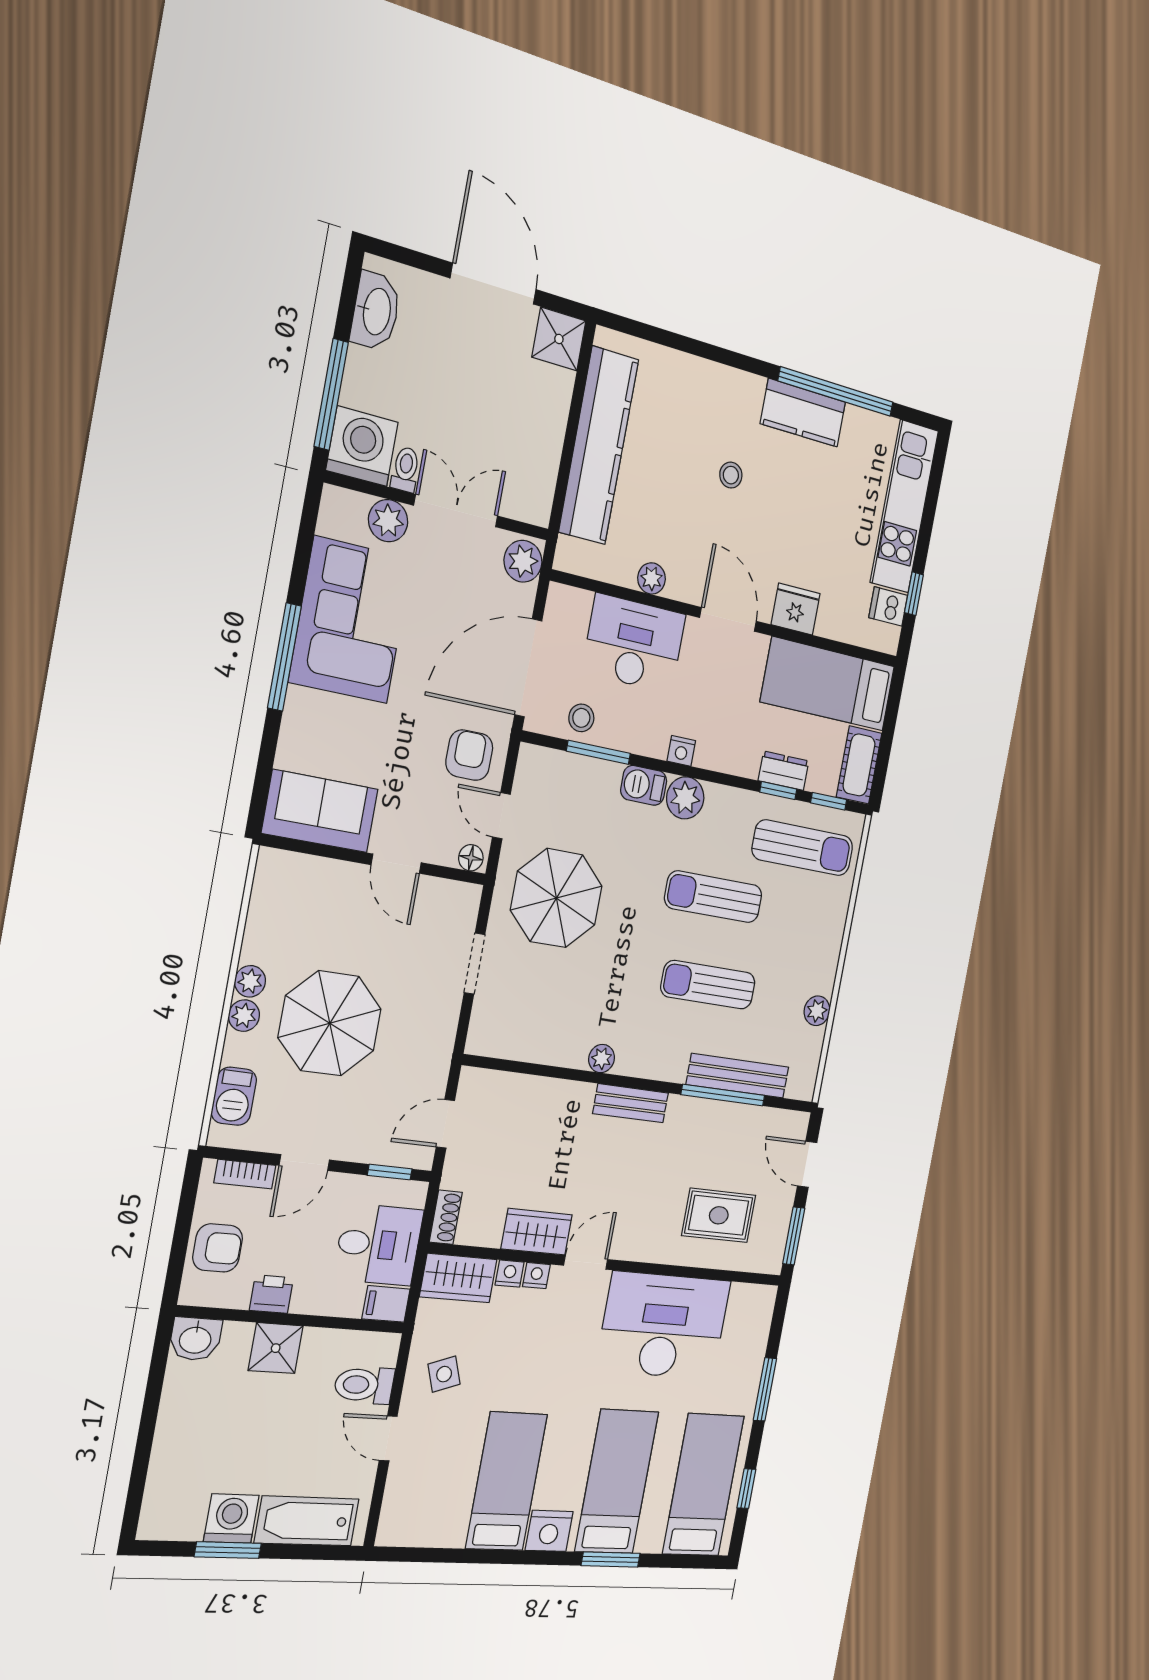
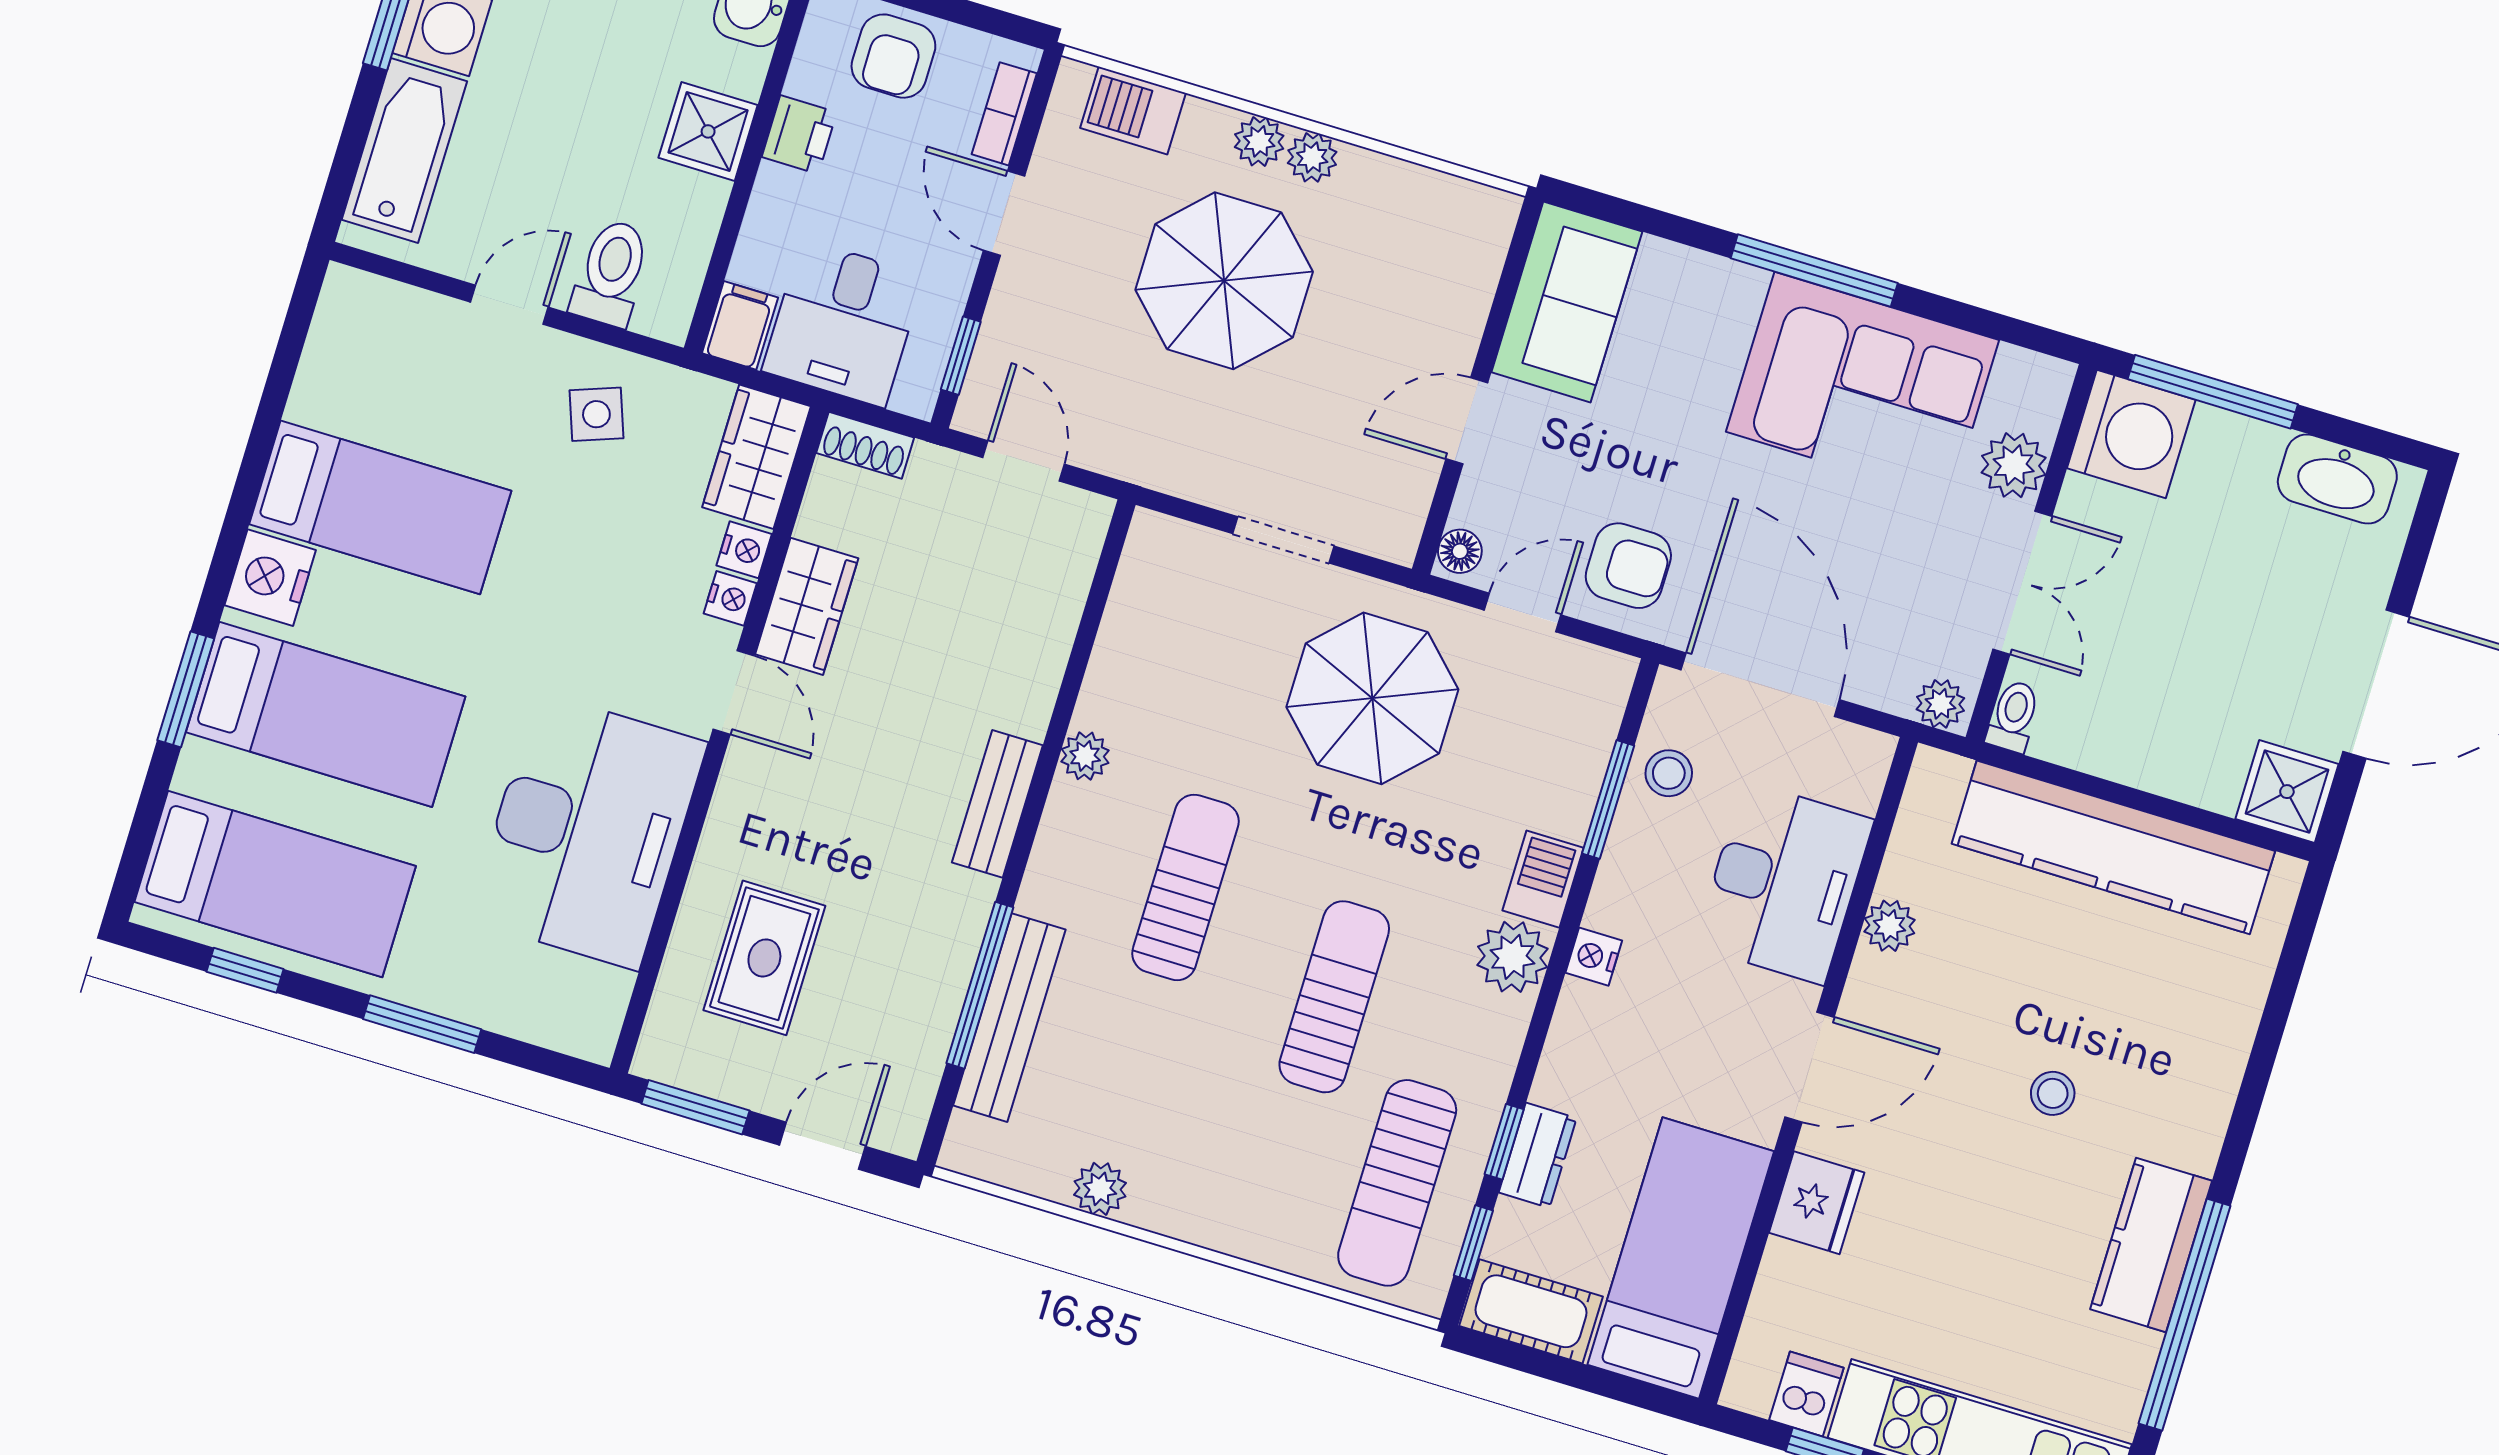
toilet: (405, 469) -> (2013, 716), moved, turned -90
plant: (523, 561) -> (1940, 704), width x0.73, depth x0.73
sun lounger: (708, 985) -> (1185, 887), moved

